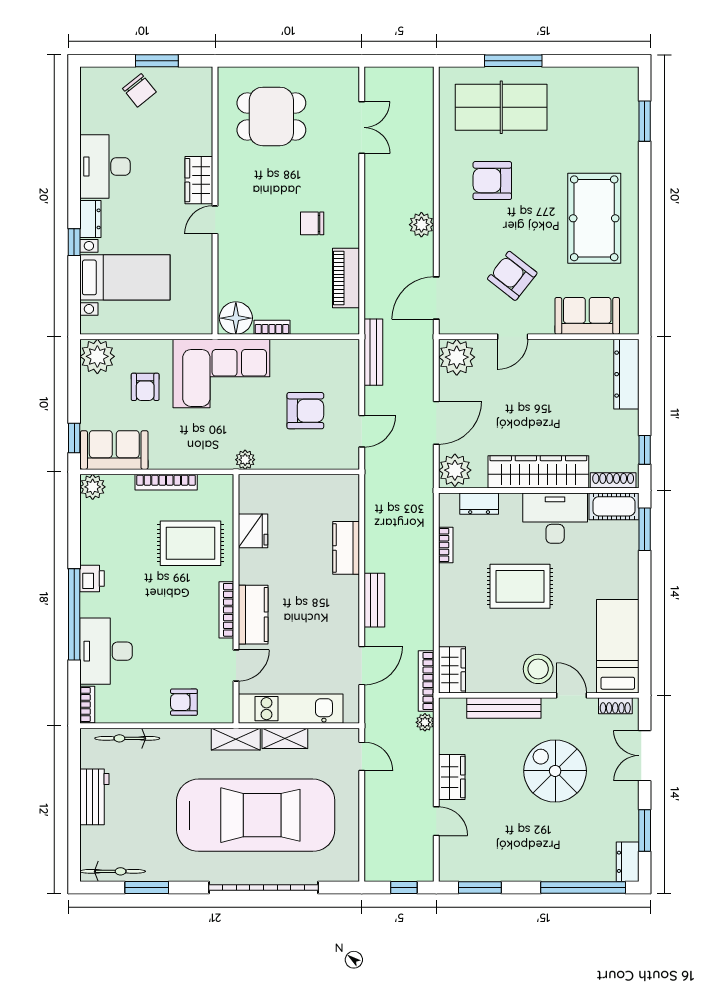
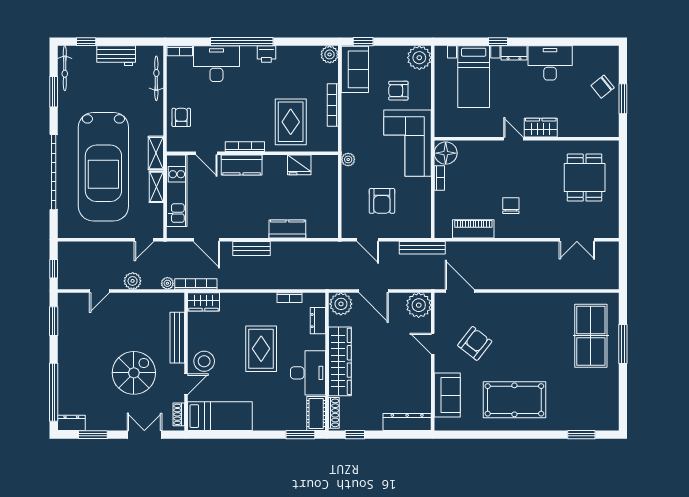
armchair: (492, 181) -> (540, 330), removed
plant: (421, 225) -> (133, 281), moved
wardrobe: (452, 777) -> (130, 302), removed
window: (74, 840) -> (86, 42), added

